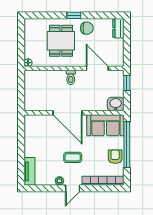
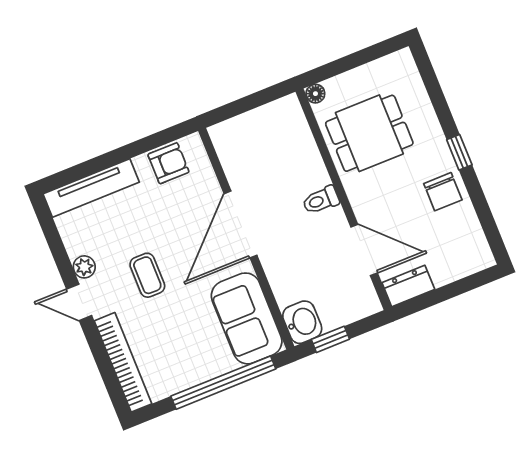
dresser: (118, 28) -> (408, 286), moved
dining table: (61, 41) -> (369, 133), moved
door: (97, 68) -> (364, 250), hinge flipped
window: (127, 83) -> (330, 339), moved
armchair: (115, 157) -> (168, 163), moved
tv unit: (30, 171) -> (91, 188), width x1.41

